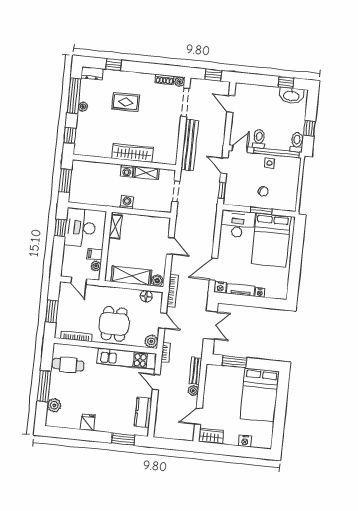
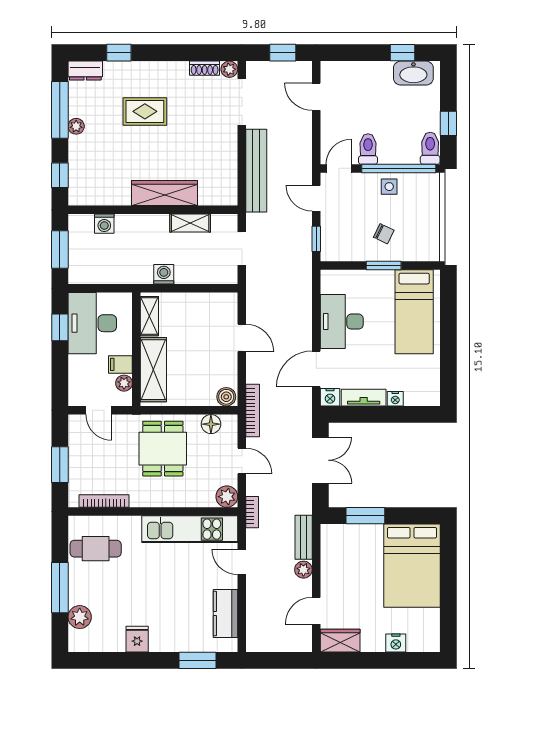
washing machine: (127, 171) -> (104, 224), moved
desk: (238, 224) -> (342, 322), moved, turned -90
bed: (271, 240) -> (414, 312), width x0.67
shelving: (131, 276) -> (153, 370), moved, turned 90
dining table: (114, 324) -> (163, 449), moved

